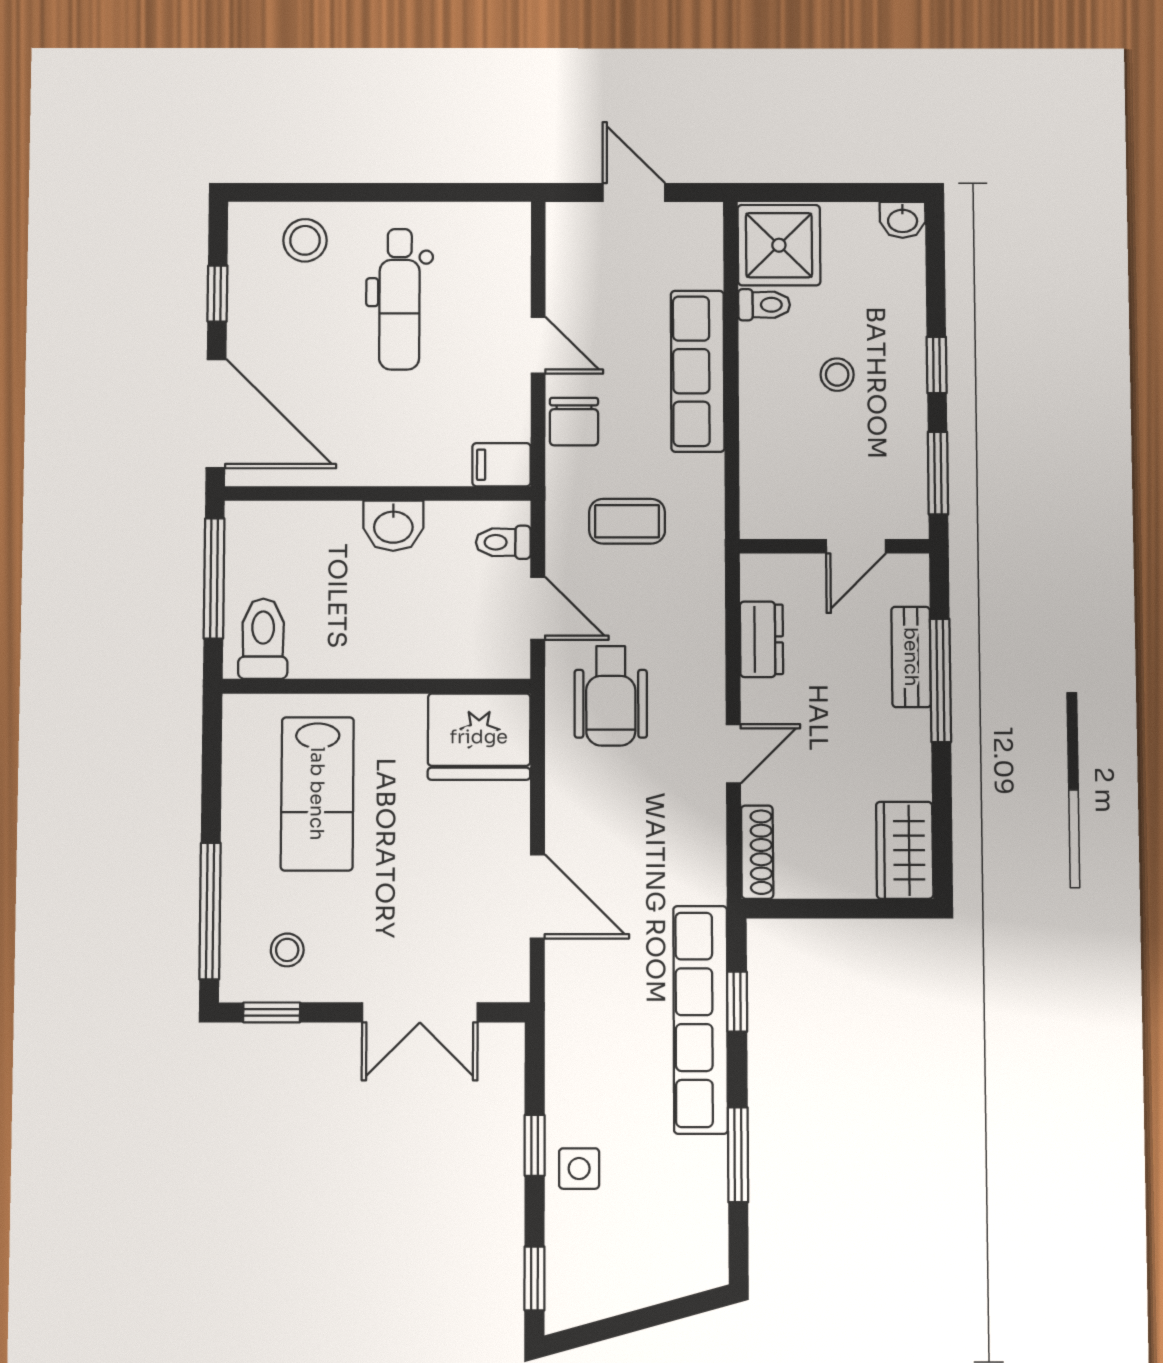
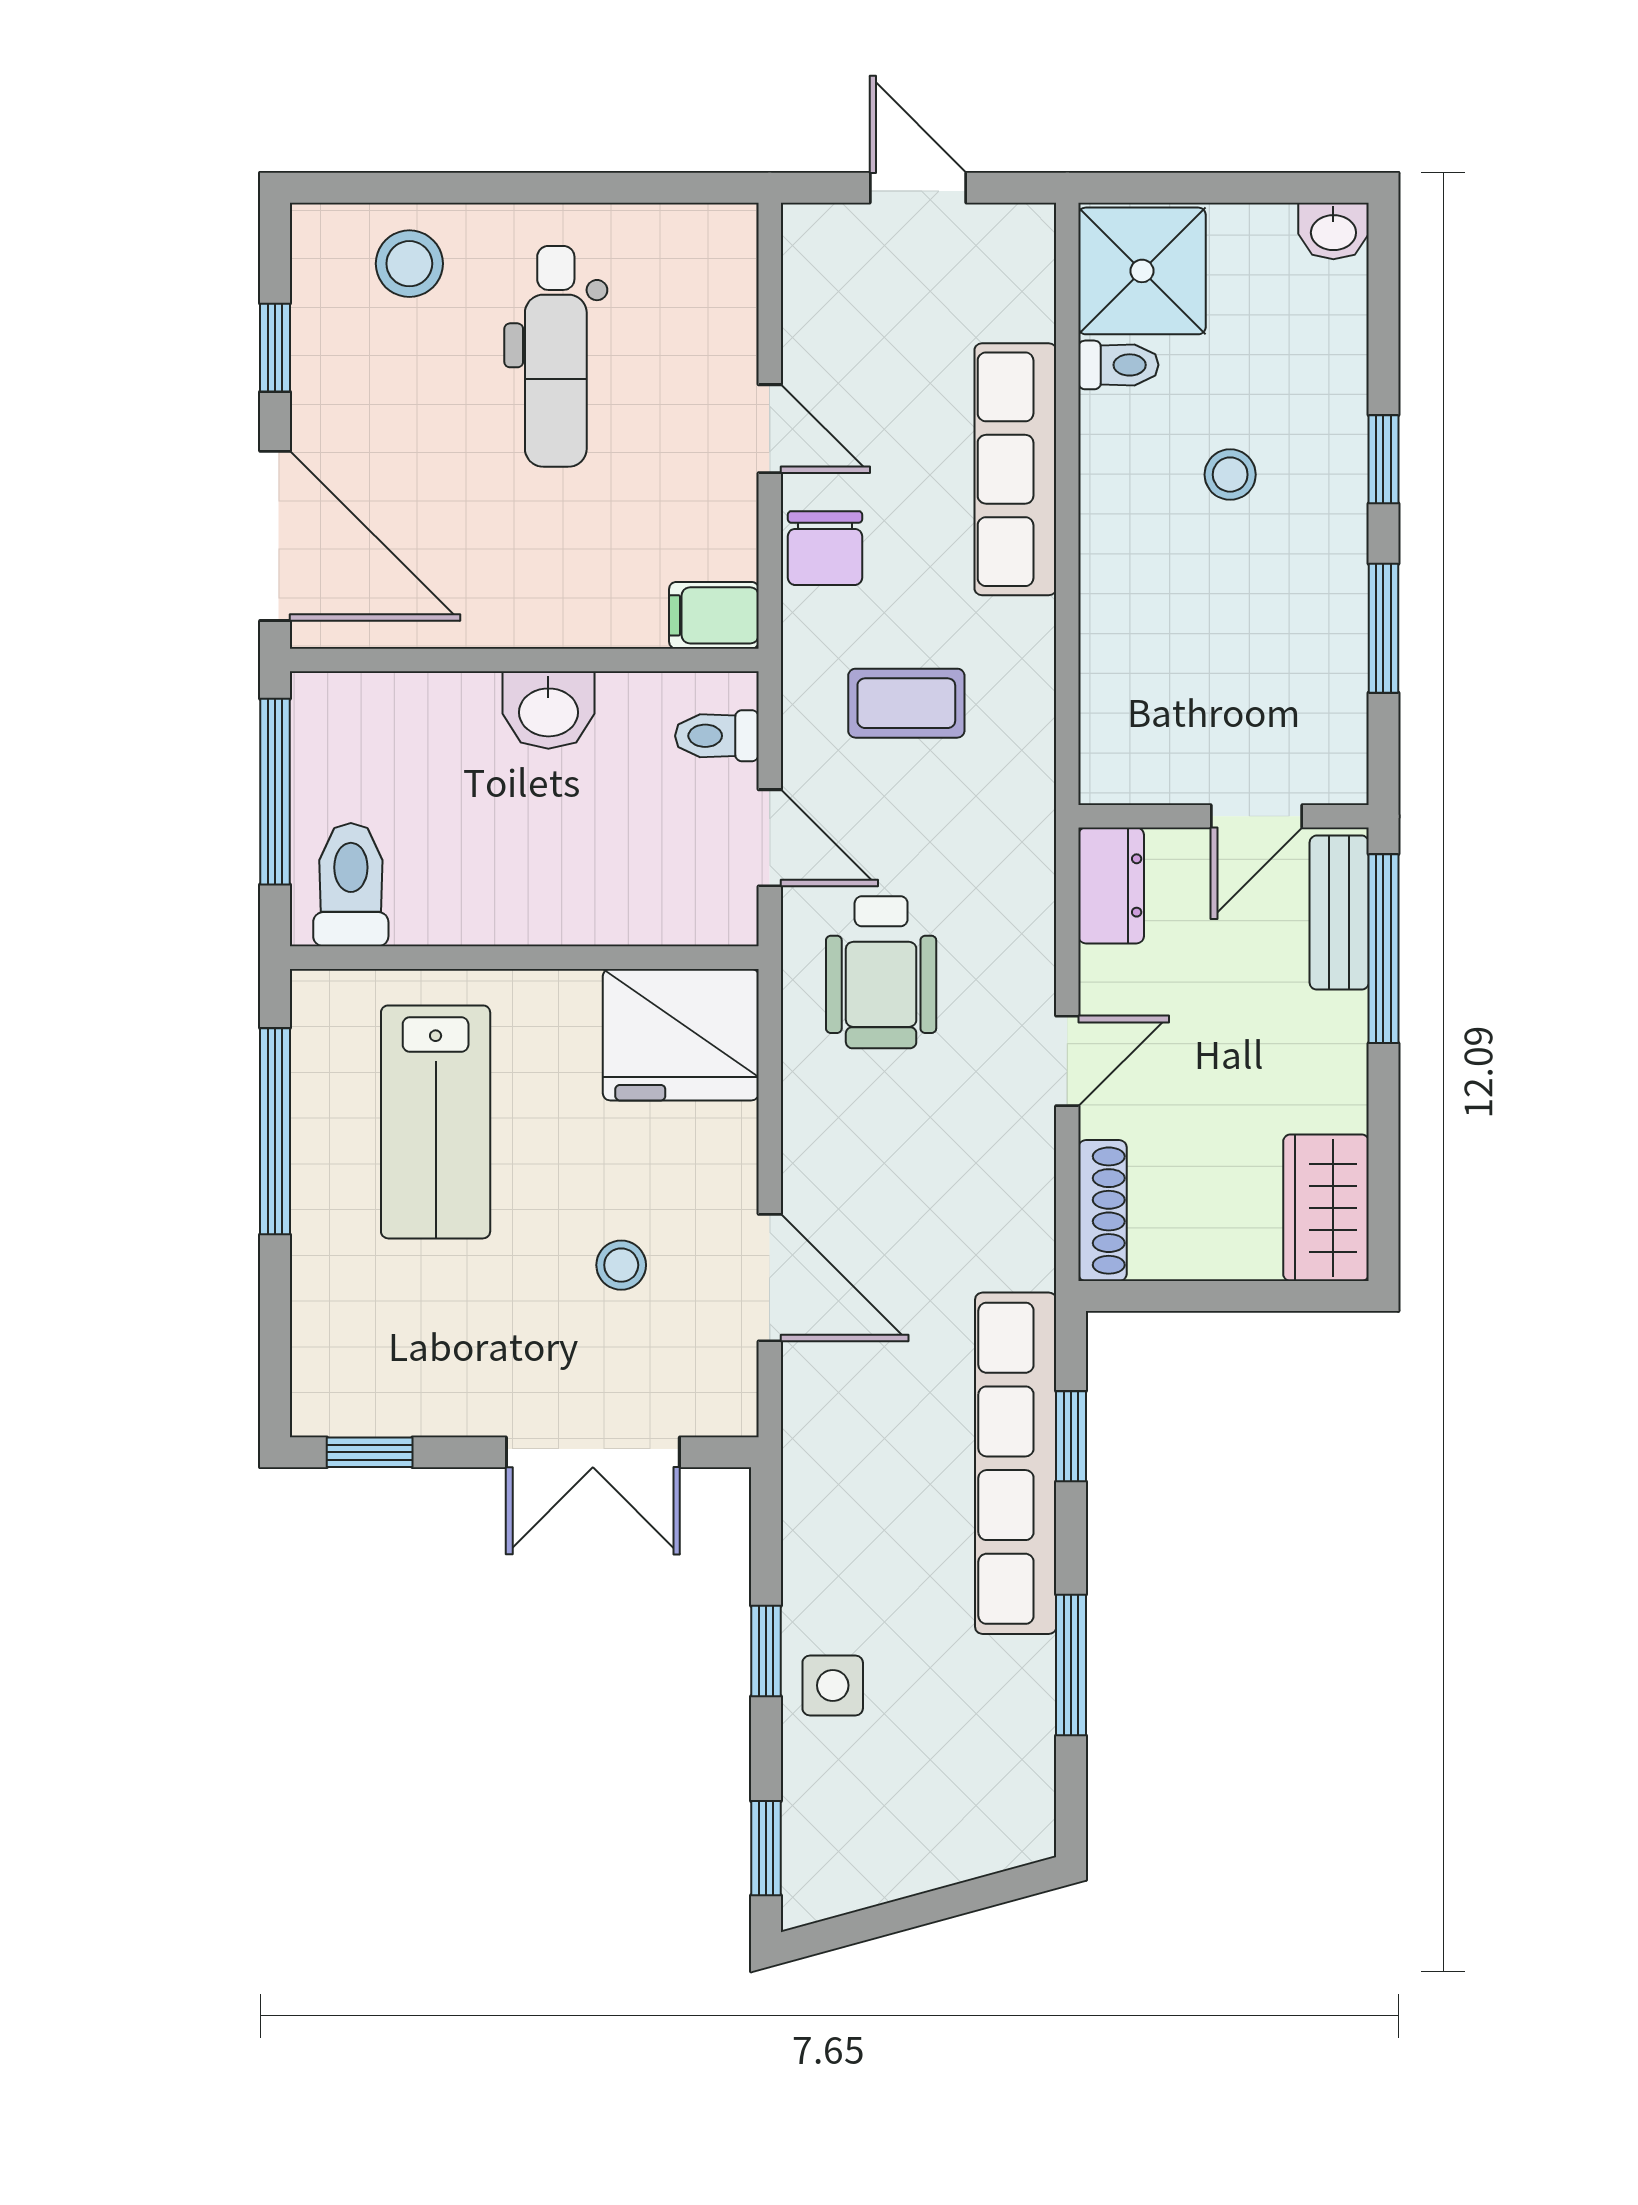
wall: (834, 546) -> (1224, 816), moved
door: (856, 546) -> (1257, 816), moved
window: (210, 911) -> (275, 1131), moved
stool: (287, 950) -> (621, 1265), moved

